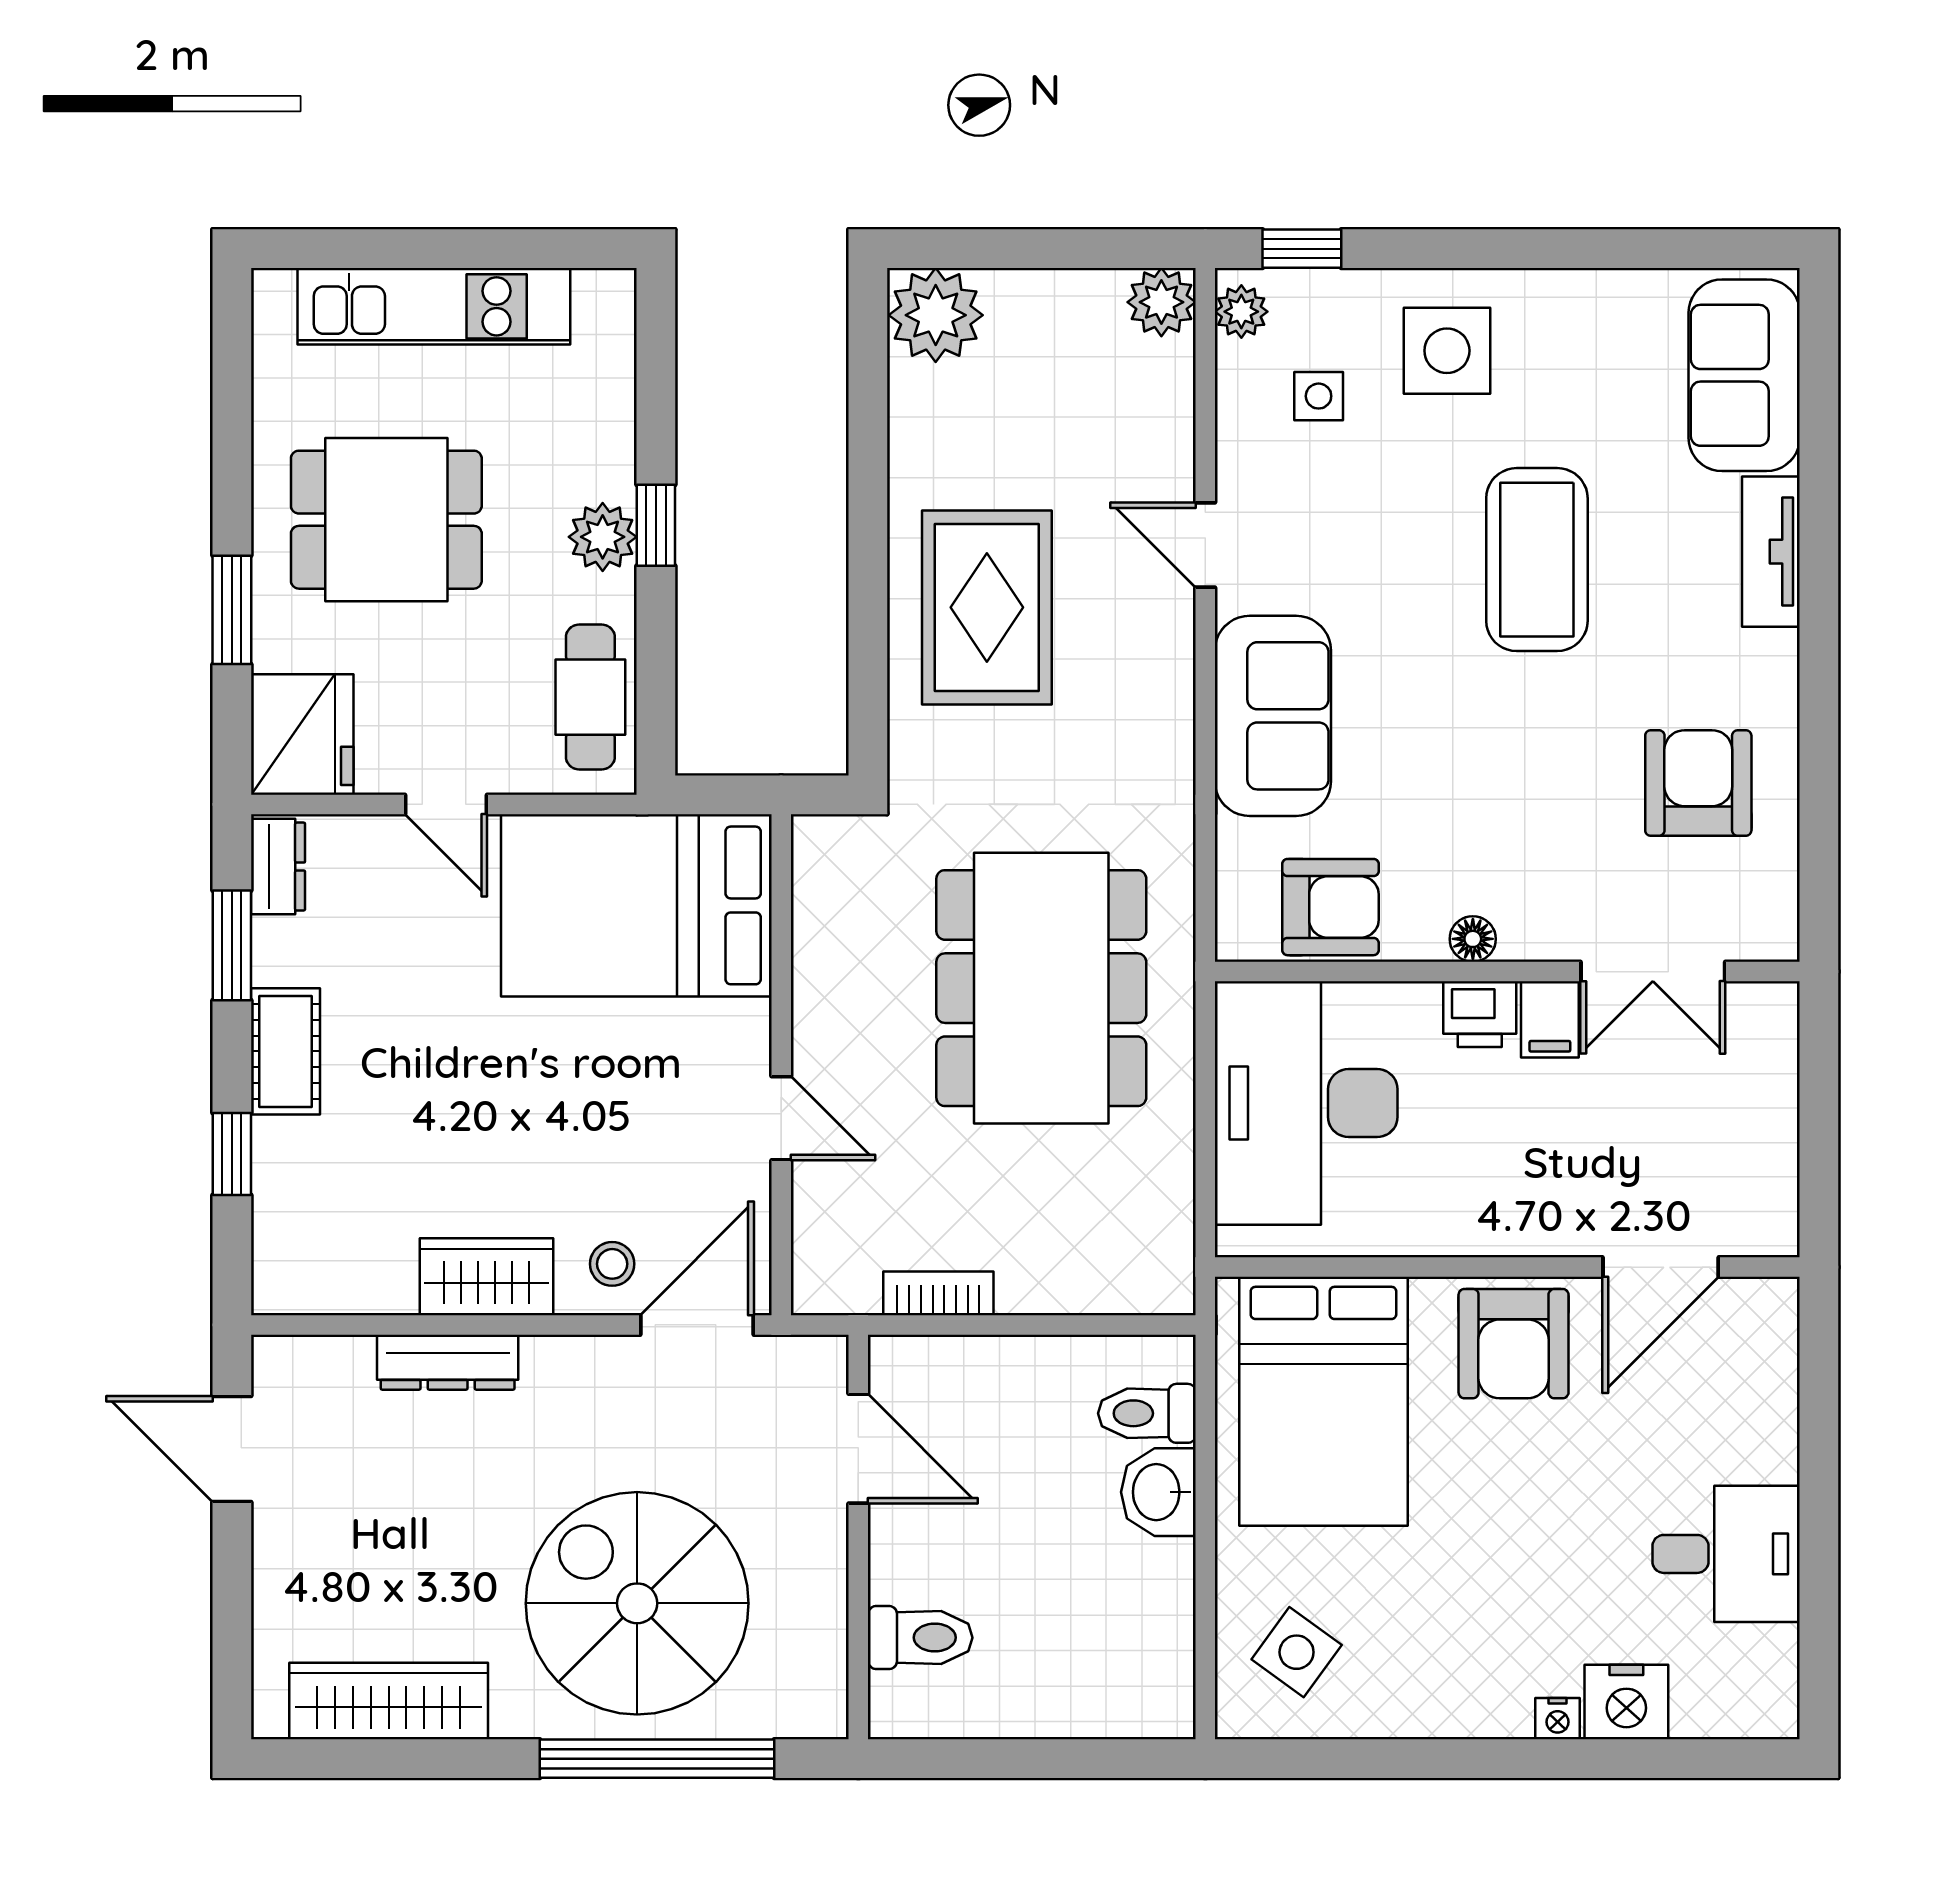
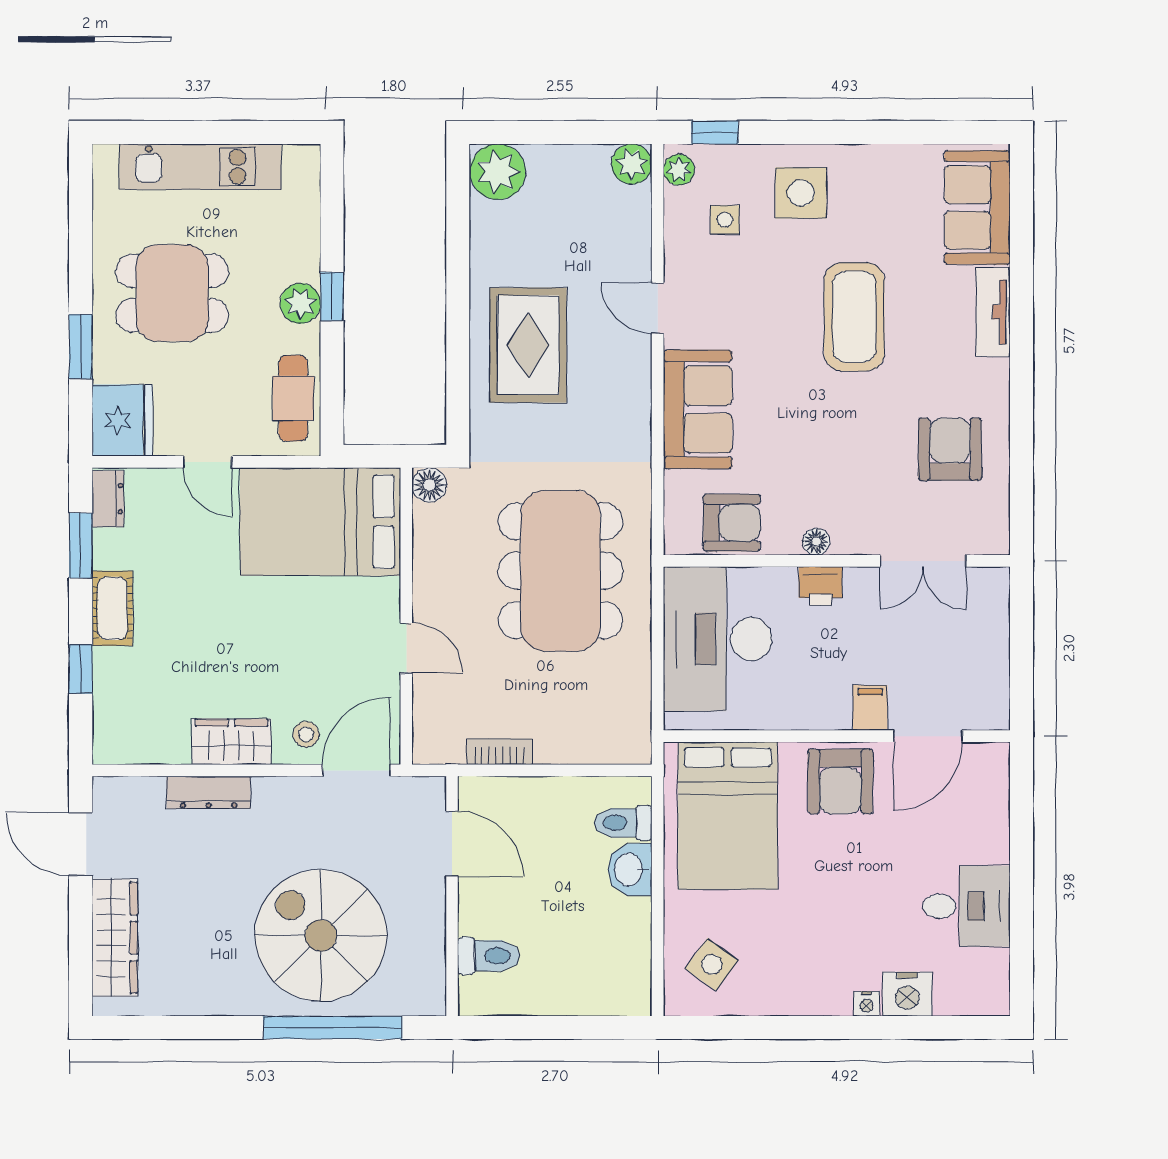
floor lamp: (820, 843) -> (429, 485), added
filing cabinet: (1550, 1019) -> (870, 708), moved, turned 180
wardrobe: (389, 1701) -> (115, 938), moved, turned 90

